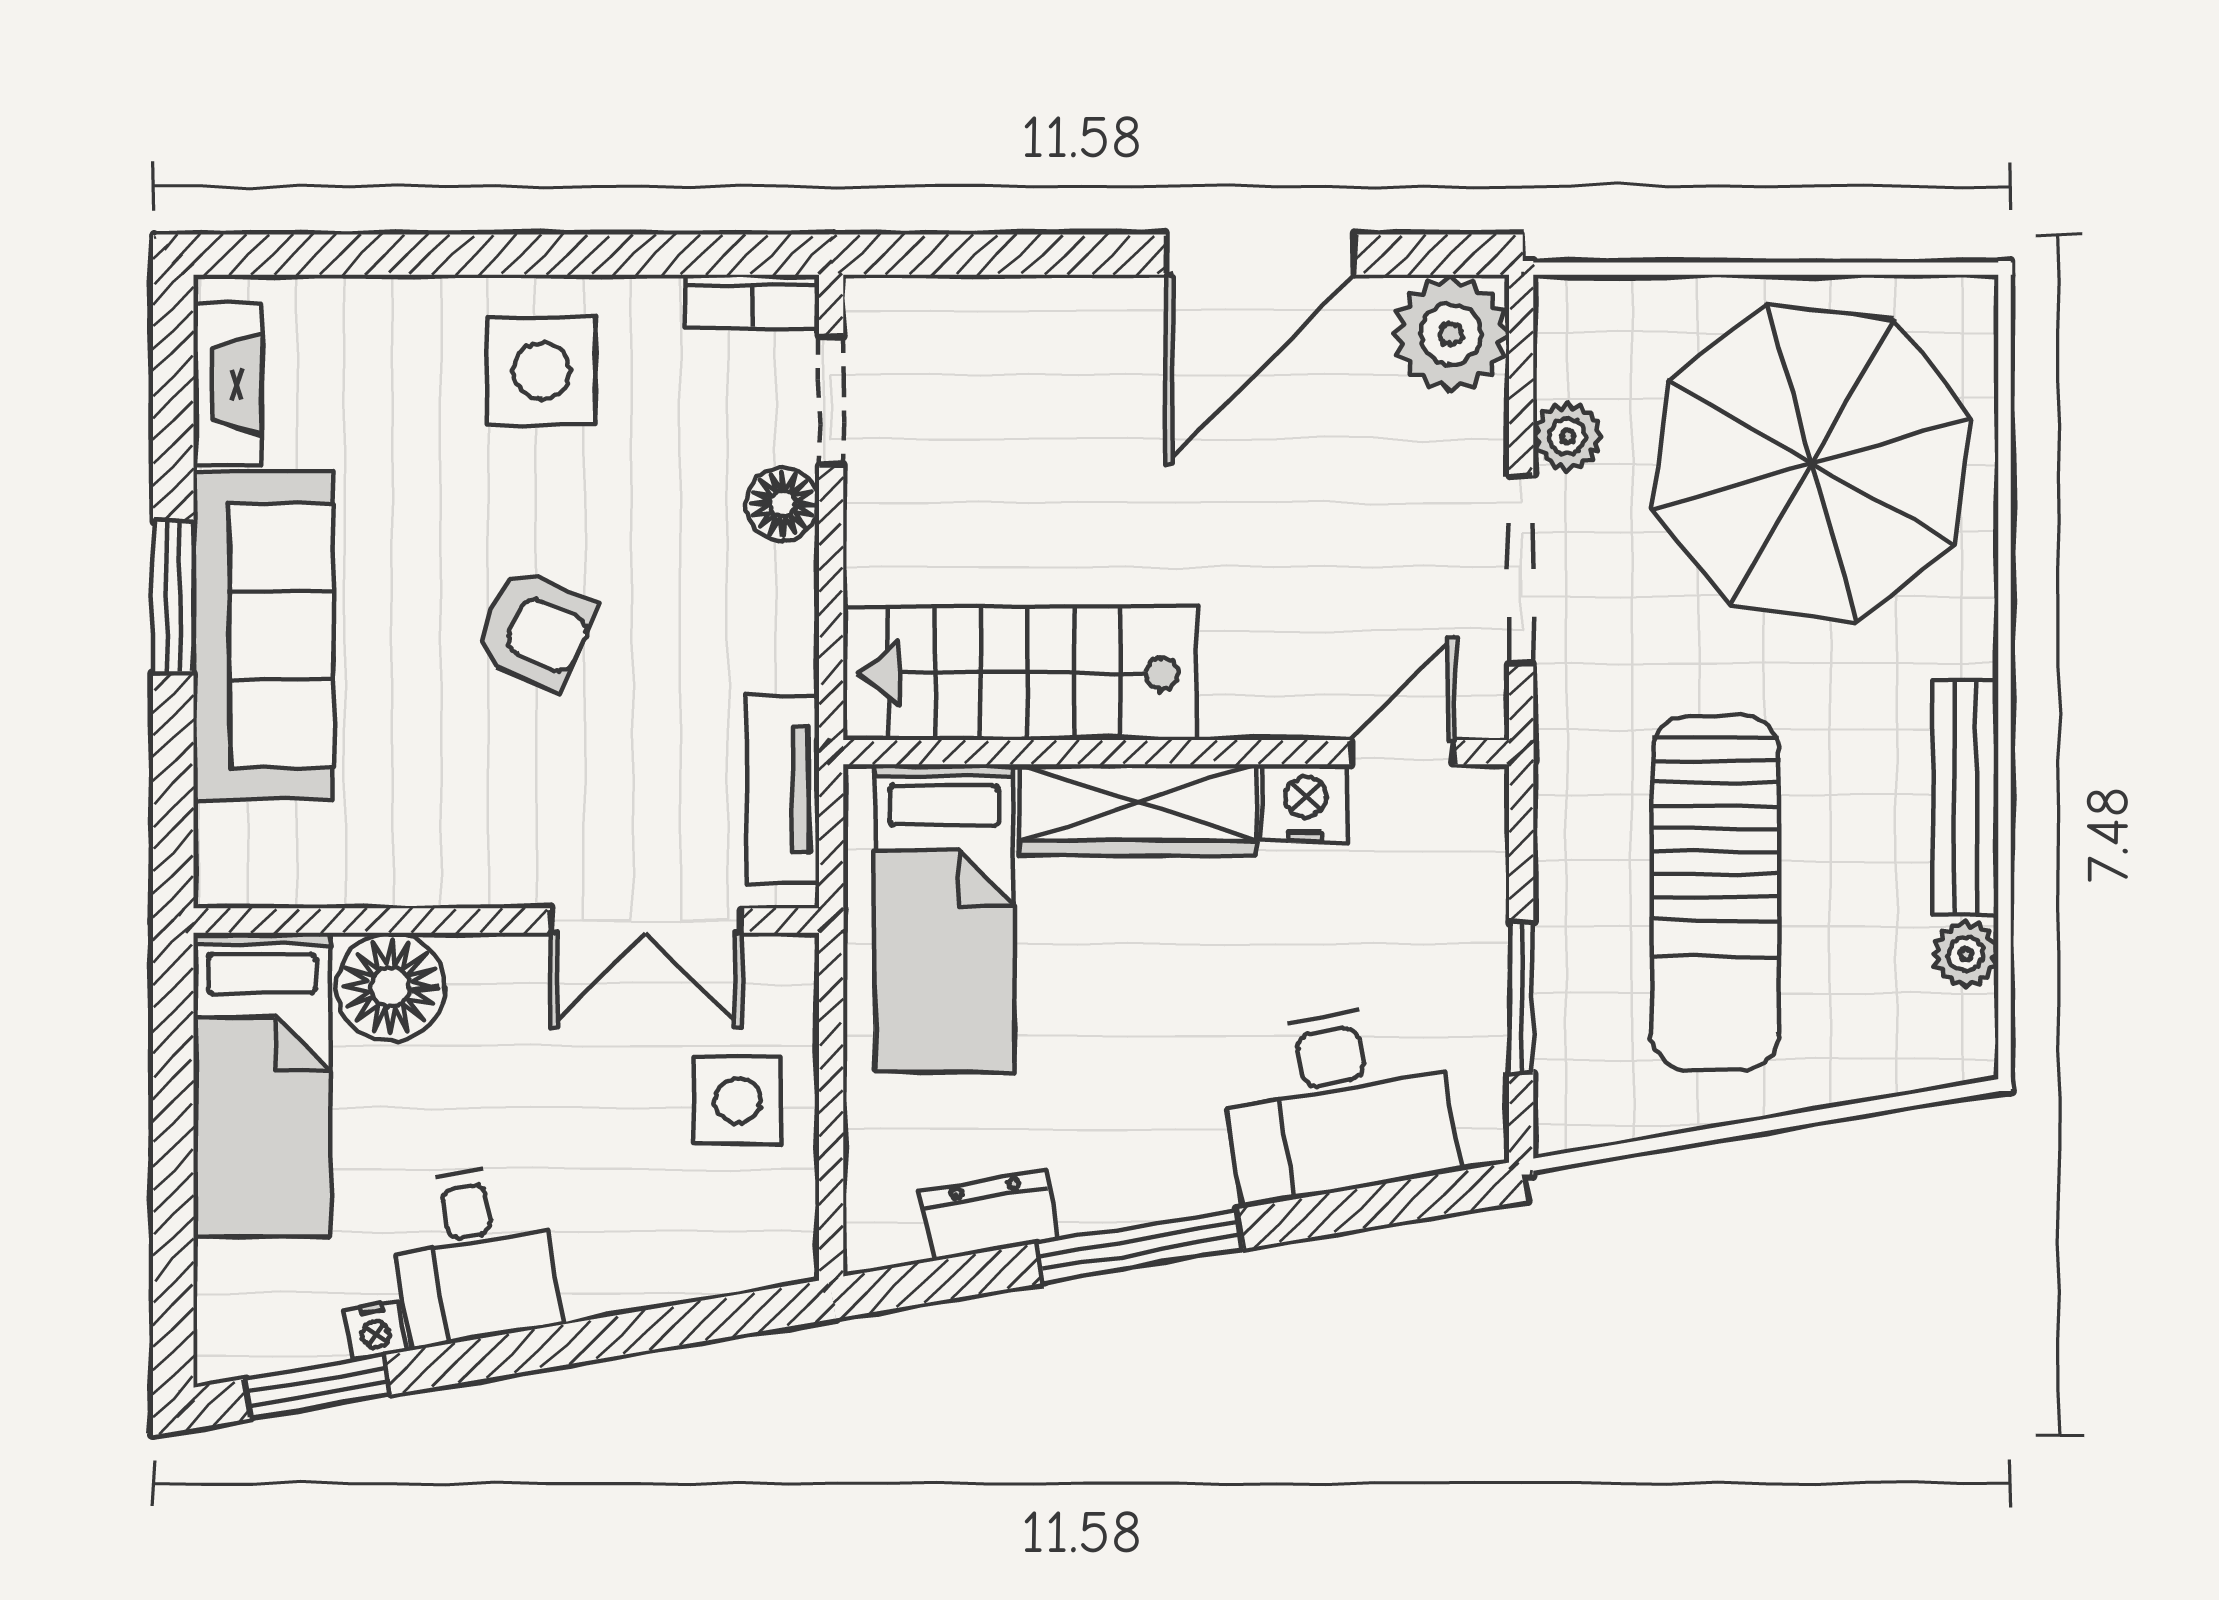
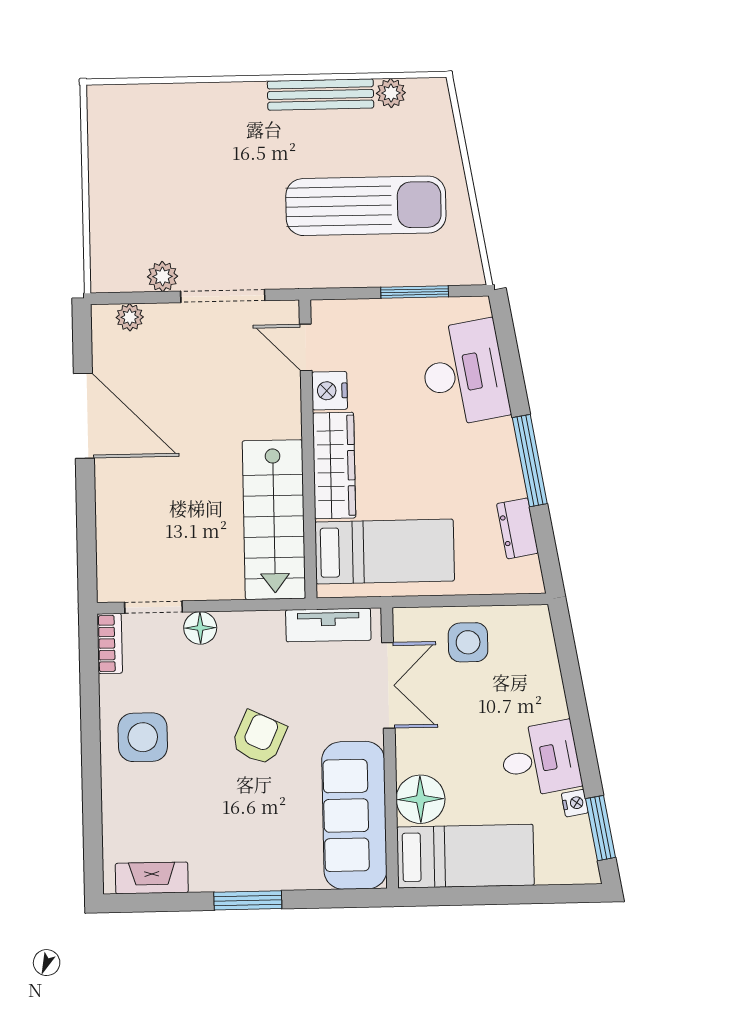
plant: (1451, 334) -> (130, 317), width x0.53, depth x0.53
parasol: (1811, 463) -> (172, 167), removed
sofa: (263, 636) -> (354, 815), moved, turned -90

